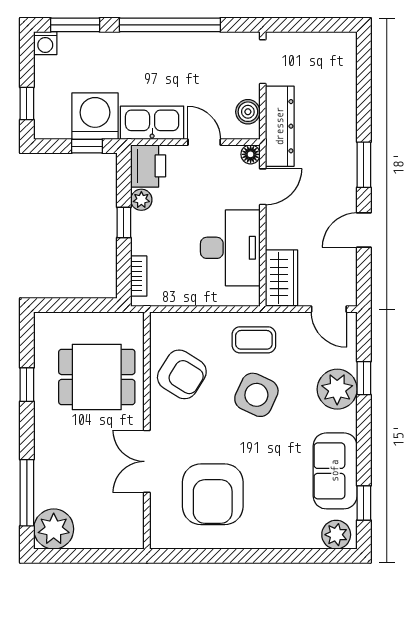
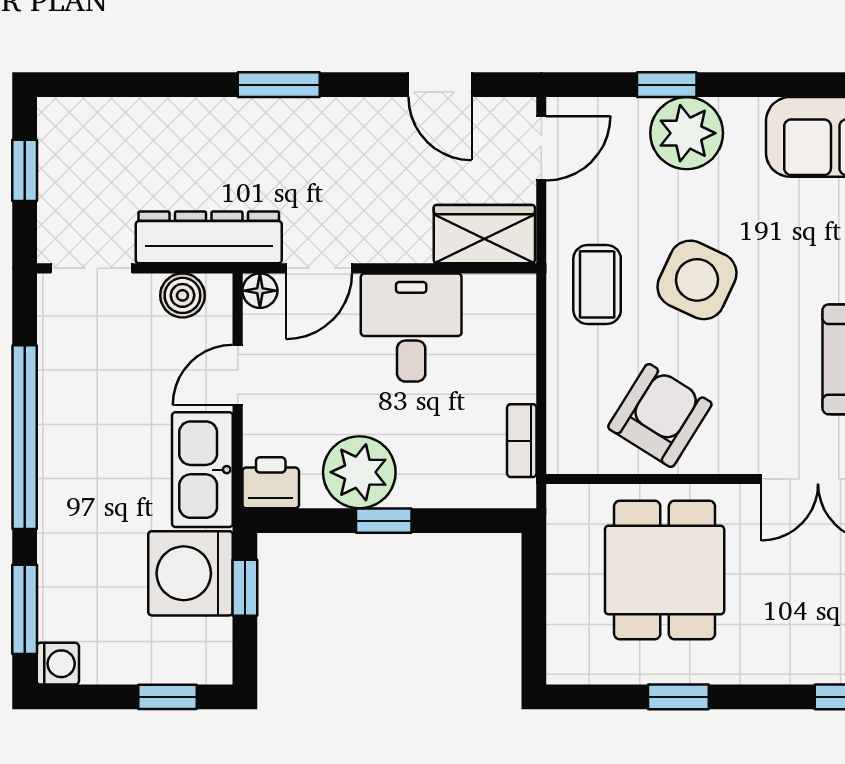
window: (317, 25) -> (25, 170), added
printer: (148, 166) -> (271, 483), width x0.73, depth x0.81
door: (263, 187) -> (319, 268), swing flipped
plant: (141, 200) -> (359, 472), width x1.88, depth x1.88
door: (364, 230) -> (440, 85), moved
desk: (230, 248) -> (411, 327), width x0.73
bookcase: (139, 276) -> (522, 441), moved, turned -90

